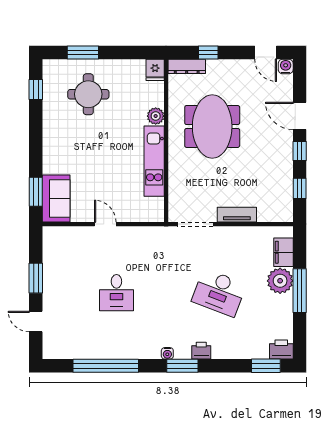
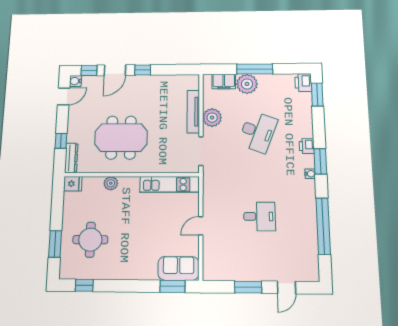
kitchen unit: (154, 161) -> (170, 185), moved
window: (300, 188) -> (89, 70), moved
tv unit: (237, 215) -> (193, 112), width x1.41
plant: (237, 238) -> (212, 118), added

